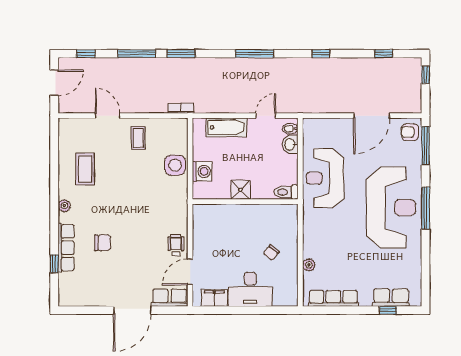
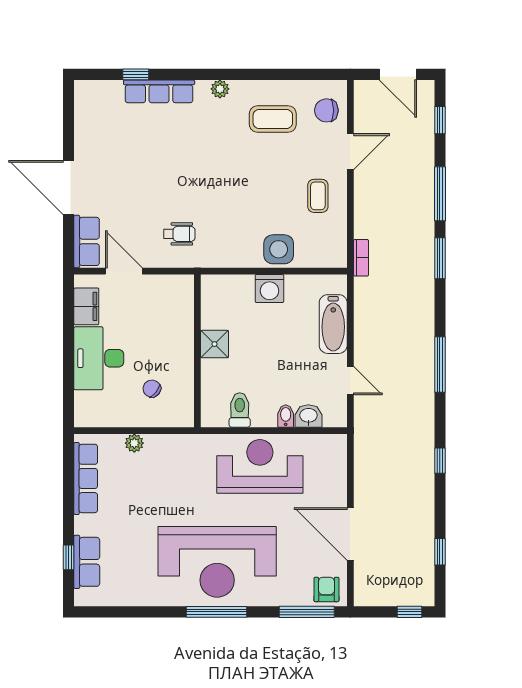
bidet: (290, 129) -> (286, 416), moved
coffee table: (138, 138) -> (318, 196), turned 90
shower: (240, 190) -> (215, 344), moved
wall: (245, 202) -> (197, 351), moved
chair: (103, 243) -> (326, 110), moved, turned 90
wheelchair: (176, 245) -> (179, 234), moved

